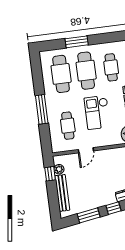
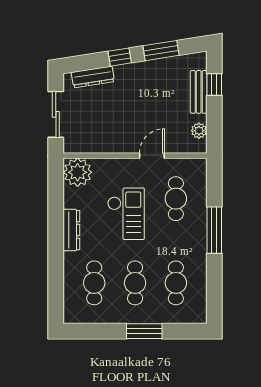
cafe table: (86, 71) -> (135, 283), width x0.73, depth x0.74
cafe table: (61, 74) -> (176, 283), width x0.73, depth x0.74
window: (50, 174) -> (214, 85), moved
bench: (62, 193) -> (199, 92), width x0.73

